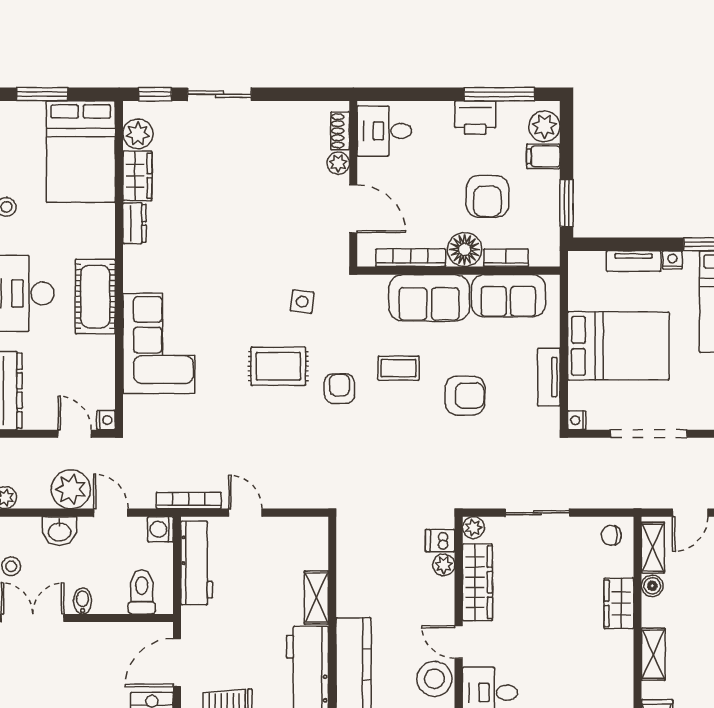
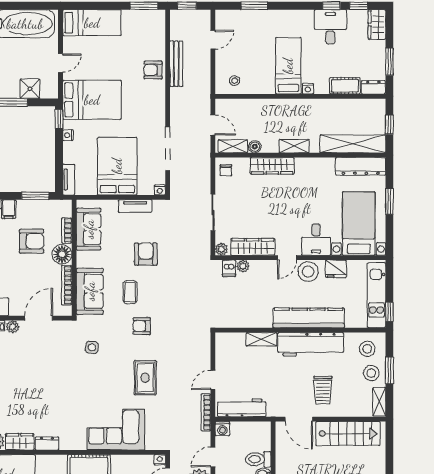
tv unit: (634, 261) -> (69, 180), moved
sofa: (429, 298) -> (90, 291), moved
rug: (278, 366) -> (145, 378), moved
toilet: (142, 592) -> (258, 459), moved
wardrobe: (619, 603) -> (272, 166), width x1.50

